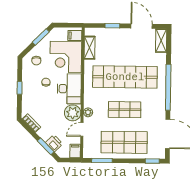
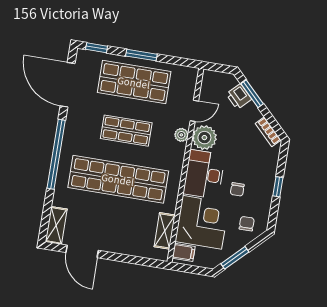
window: (112, 26) -> (126, 258), removed
filing cabinet: (75, 151) -> (209, 80), removed
window: (102, 160) -> (141, 55), moved

